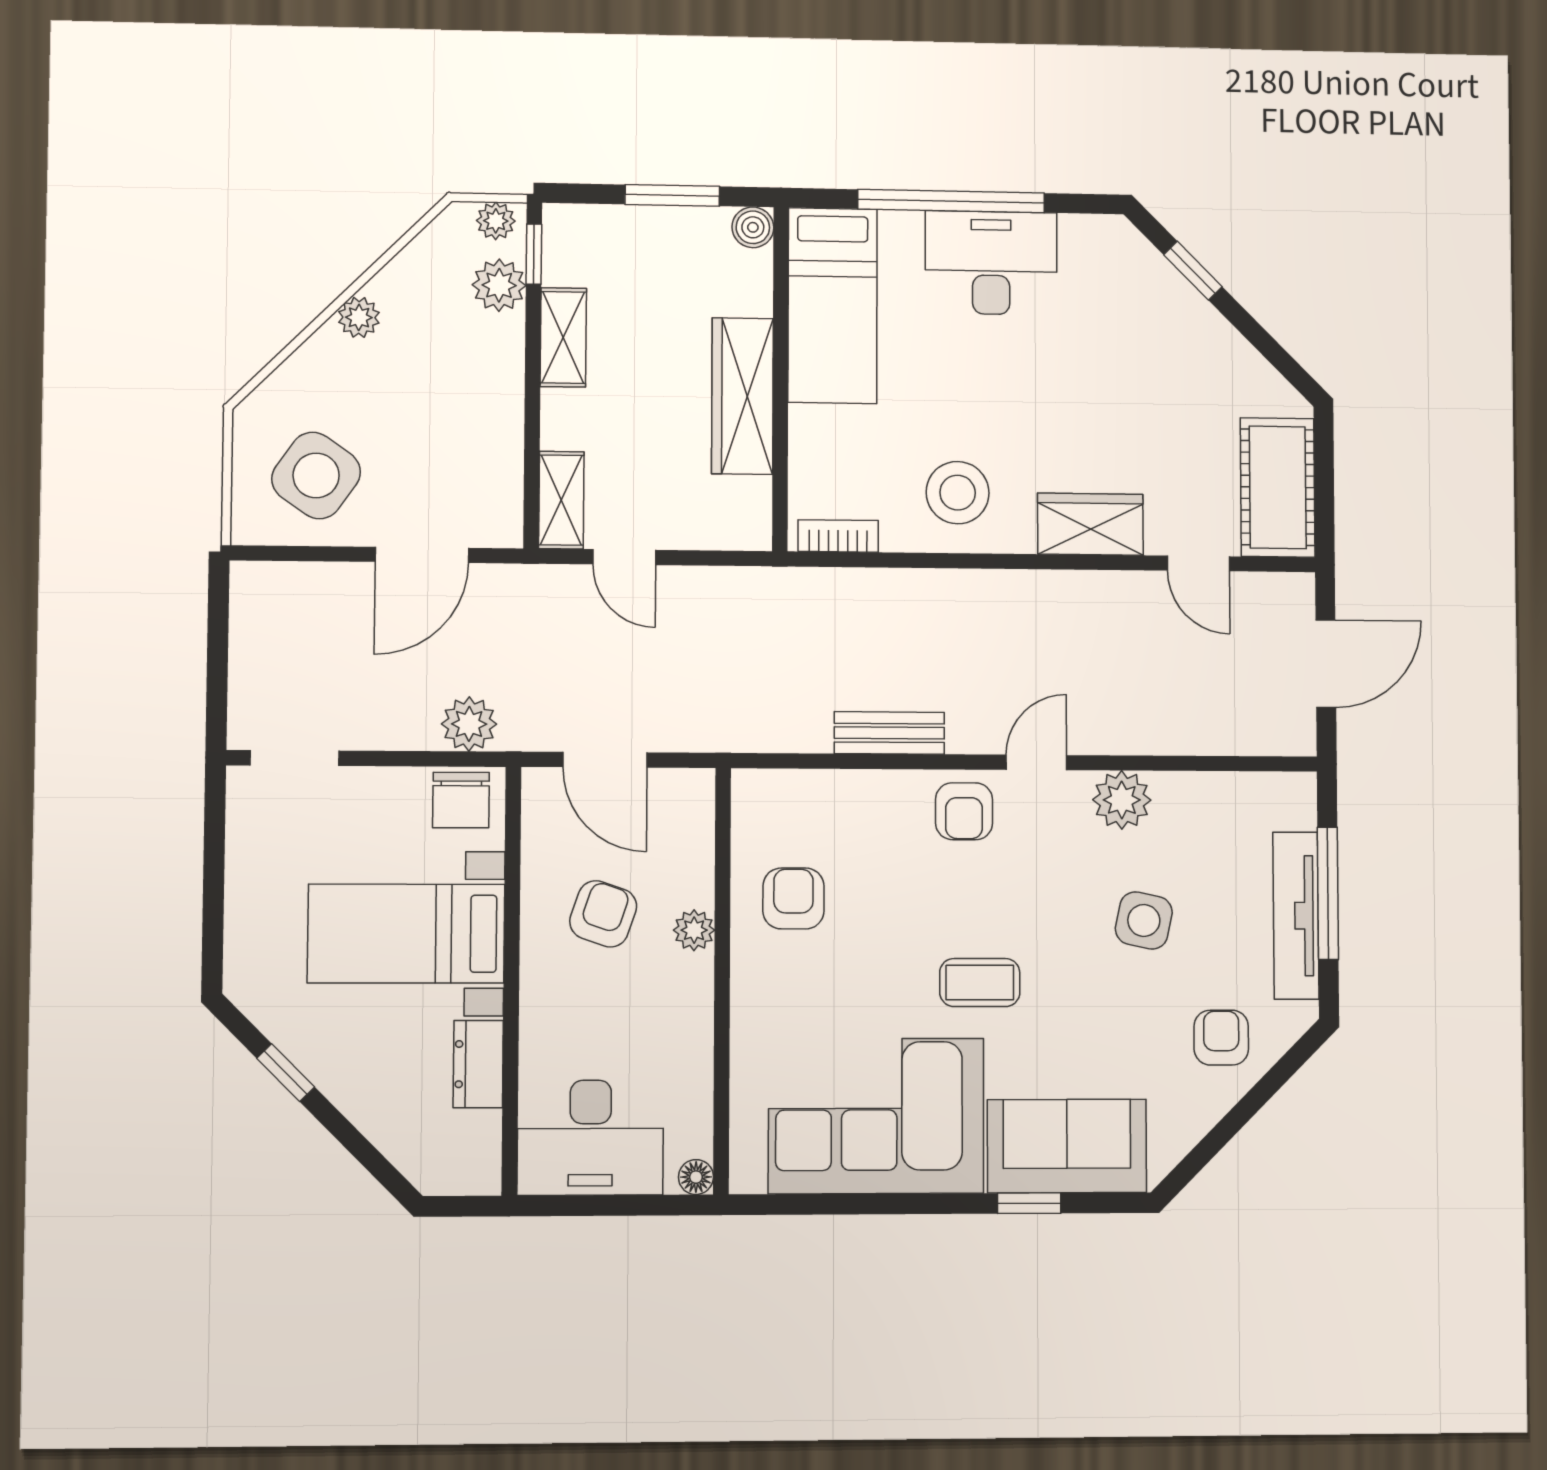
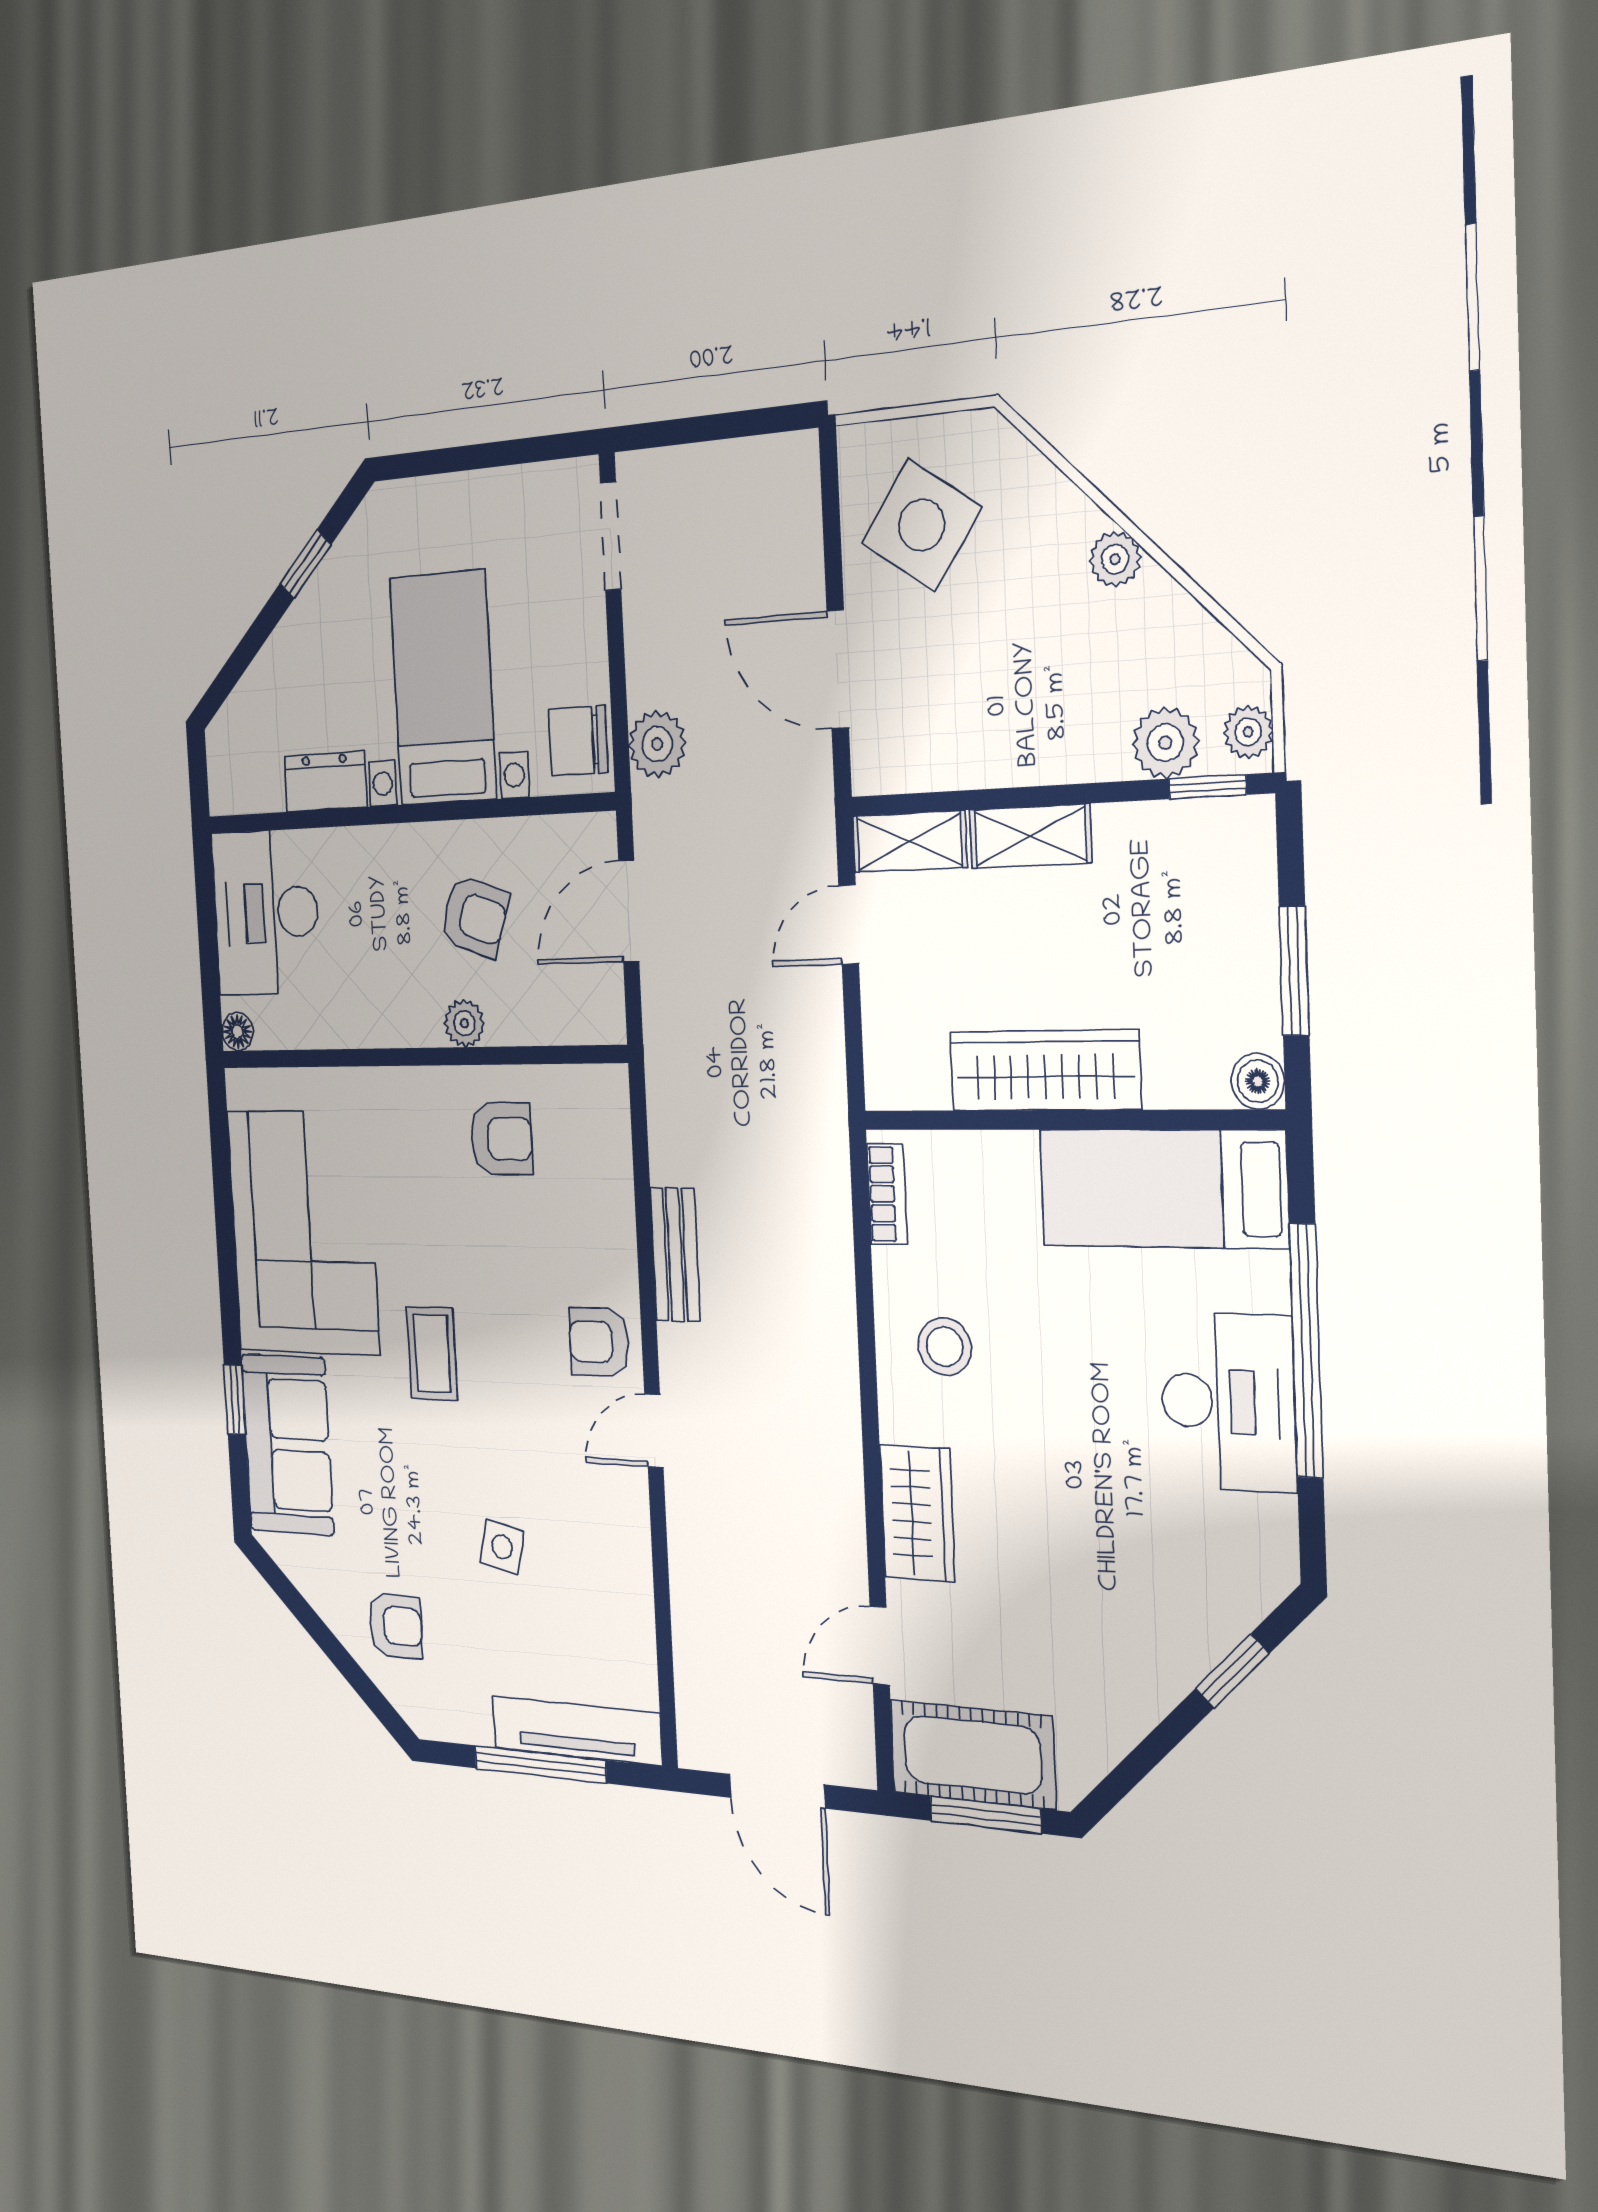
shelving: (563, 337) -> (1030, 836), moved
window: (1324, 479) -> (986, 1815), added
stool: (958, 493) -> (945, 1347), width x0.73, depth x0.73
door: (1036, 762) -> (654, 1431), swing flipped
plant: (1122, 800) -> (621, 1530), removed
tv unit: (1296, 916) -> (576, 1731), moved
side table: (1144, 920) -> (502, 1547), width x0.73, depth x0.73

